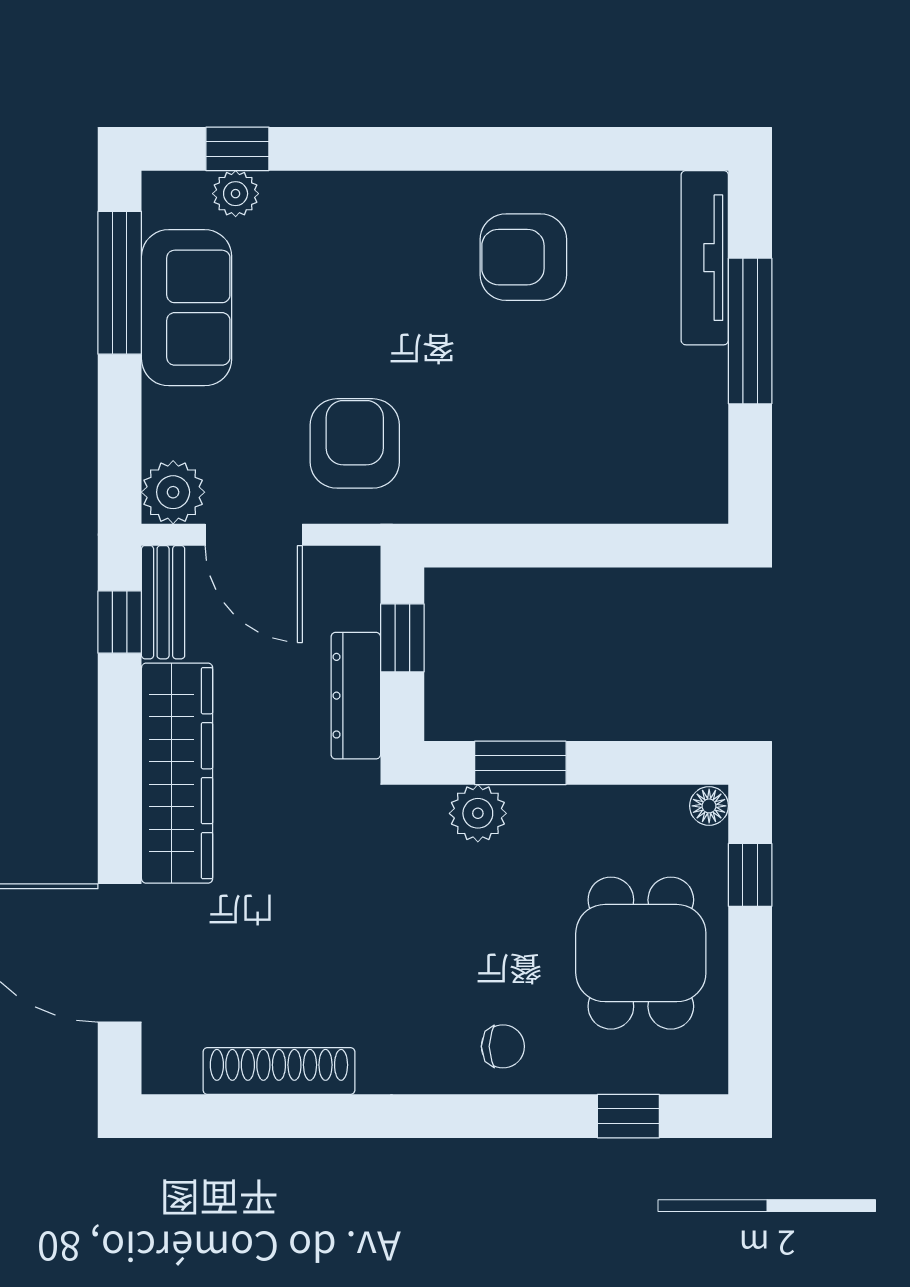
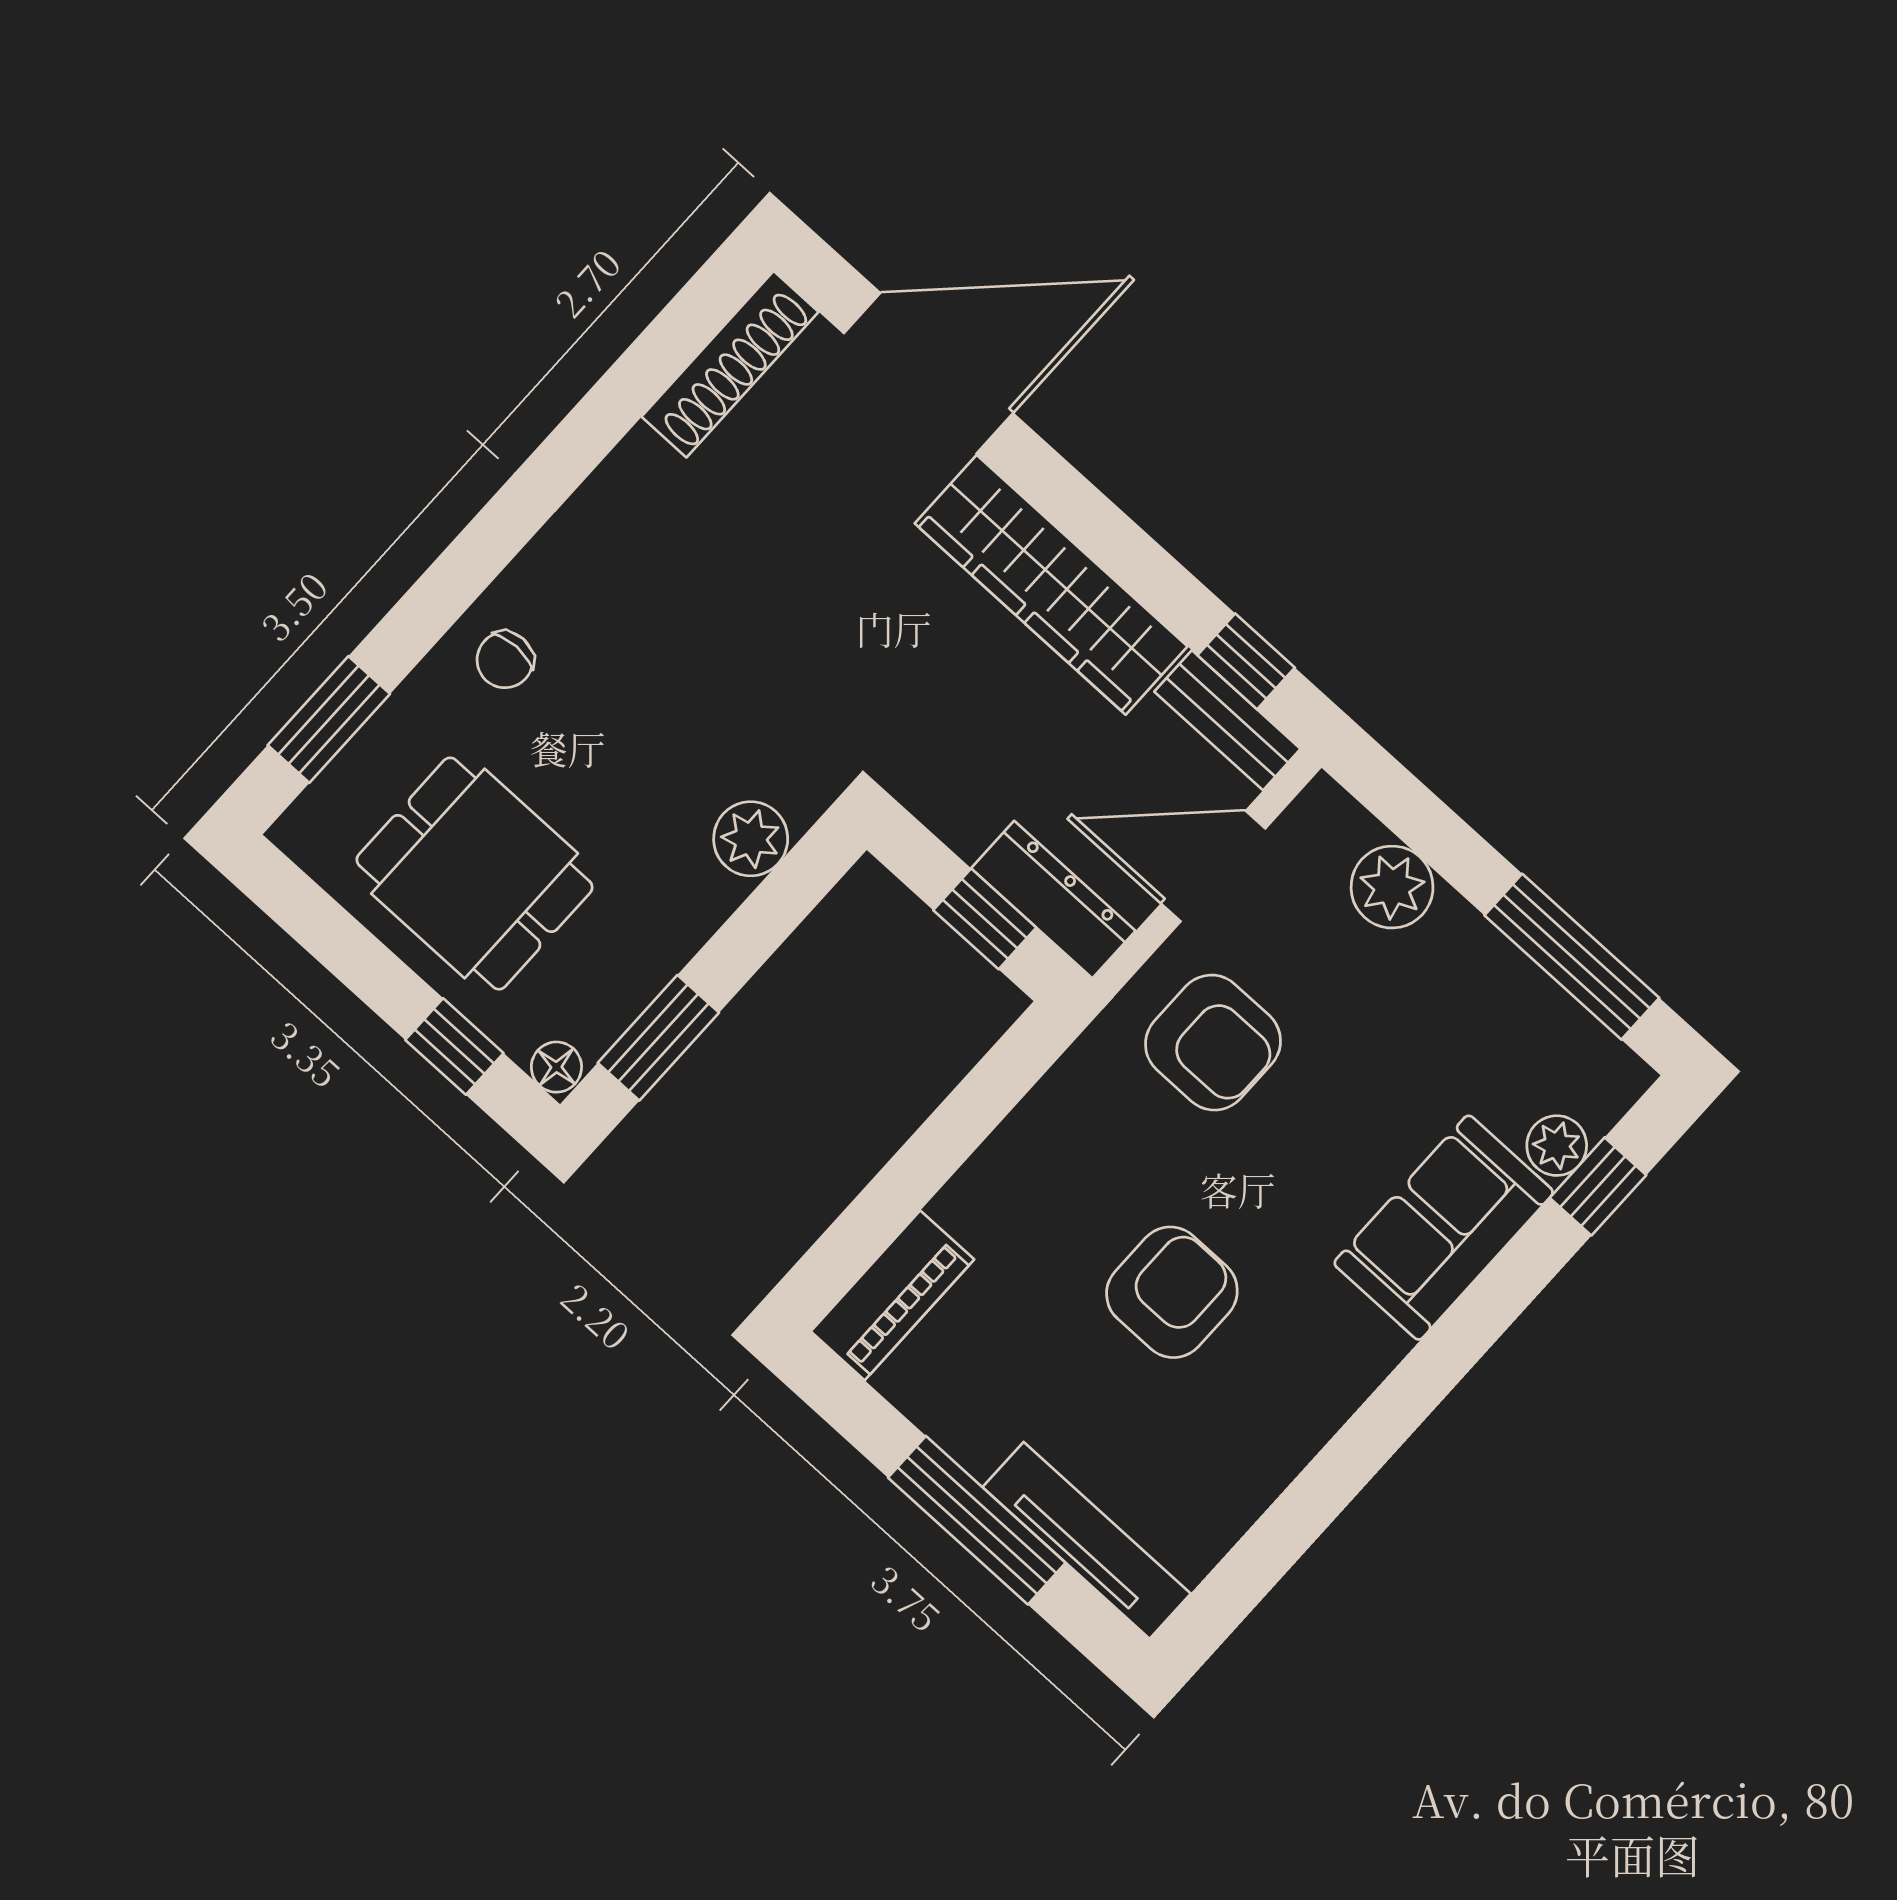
armchair: (523, 257) -> (1172, 1292), moved
sofa: (187, 308) -> (1444, 1228), moved, turned 90
plant: (173, 492) -> (1392, 887), moved
piano: (665, 496) -> (892, 1295), added
dresser: (356, 696) -> (1053, 900), moved
window: (520, 763) -> (658, 1038), moved
shoe rack: (279, 1071) -> (730, 364), moved
window: (628, 1116) -> (329, 720), width x1.50

